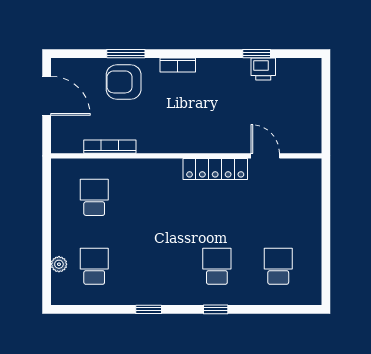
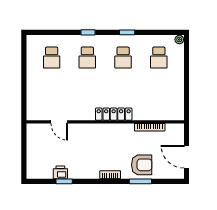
locker: (215, 169) -> (114, 114), moved
school desk: (94, 197) -> (123, 58), moved
plant: (59, 264) -> (179, 40), moved

